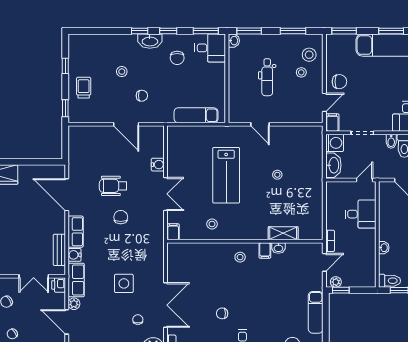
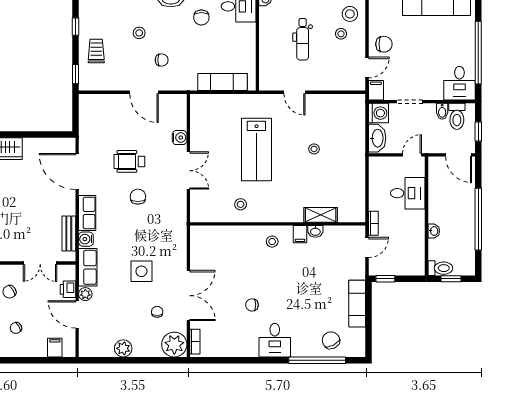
filing cabinet: (173, 232) -> (197, 213), removed
plant: (336, 282) -> (380, 270), removed
printer: (59, 285) -> (68, 289), moved

